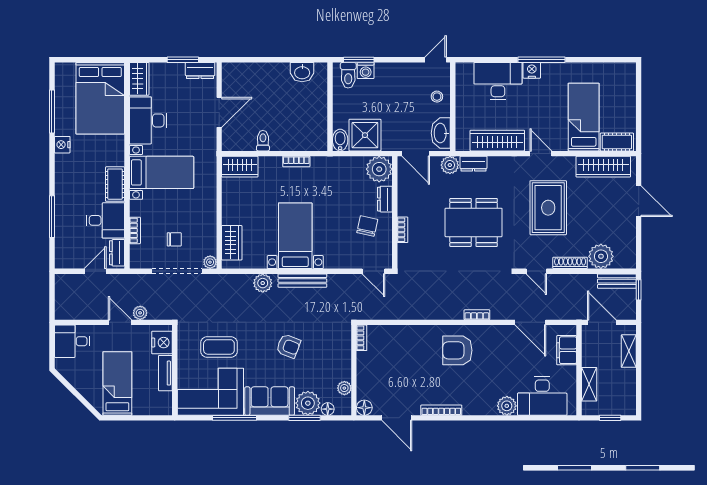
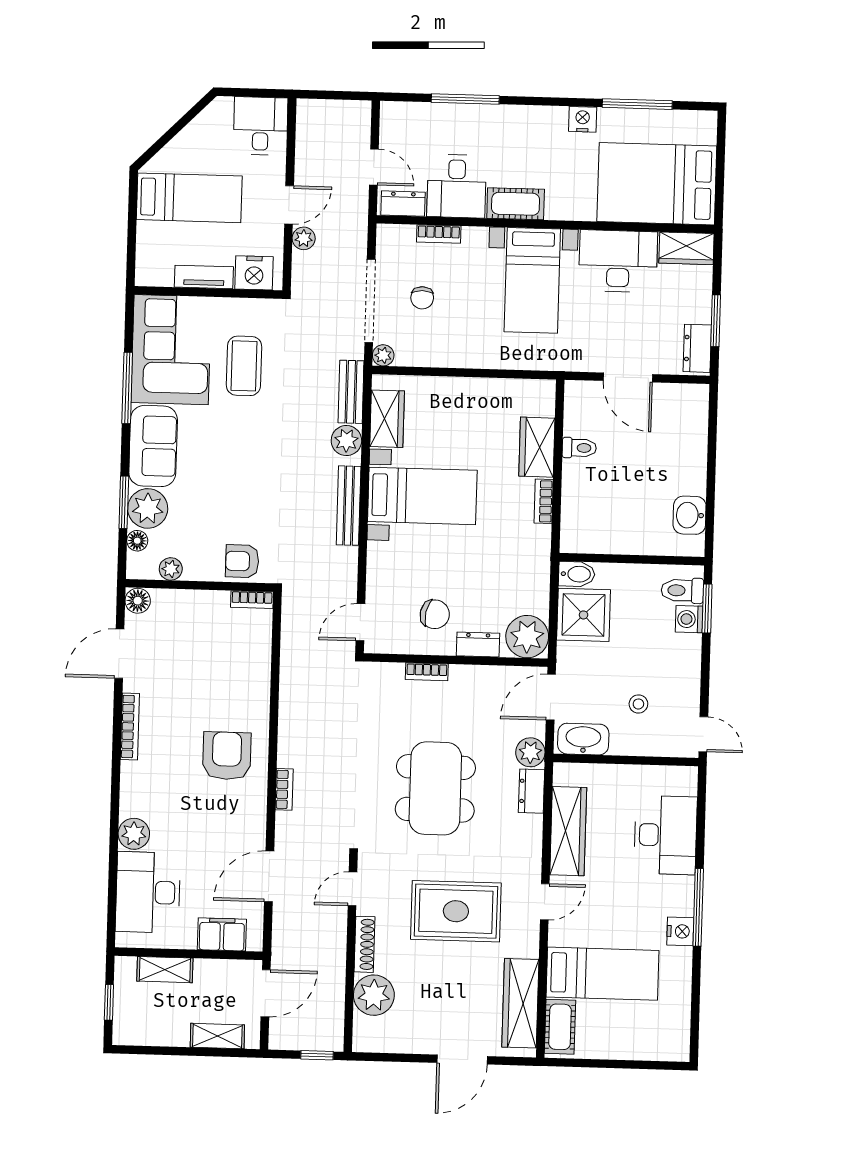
nightstand: (532, 70) -> (680, 931), moved
stool: (437, 97) -> (638, 704), moved
wardrobe: (240, 167) -> (537, 447), moved
wardrobe: (232, 243) -> (387, 419), moved, turned -90
bench: (617, 281) -> (351, 392), moved
armchair: (288, 346) -> (242, 561), moved, turned 69

